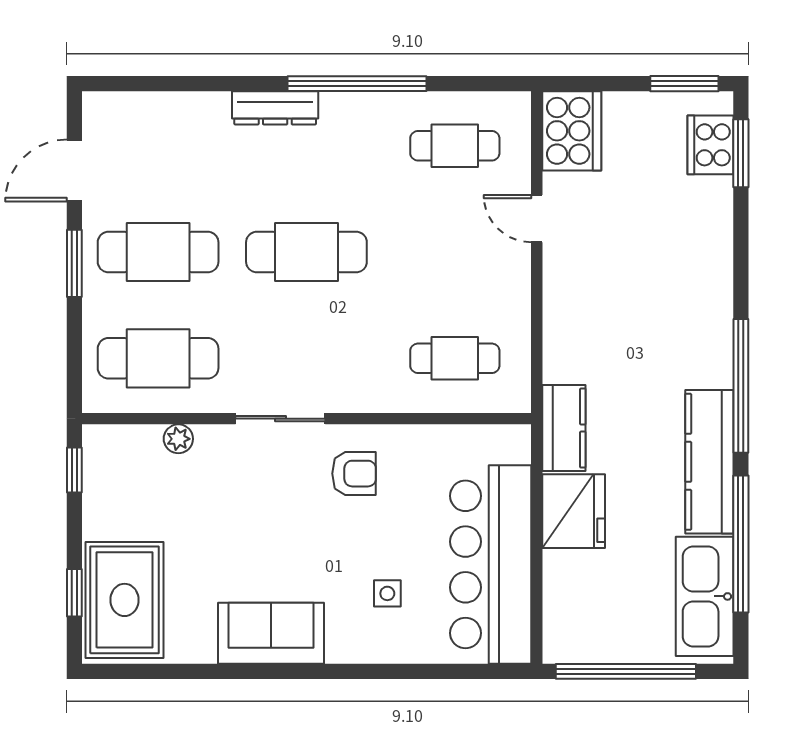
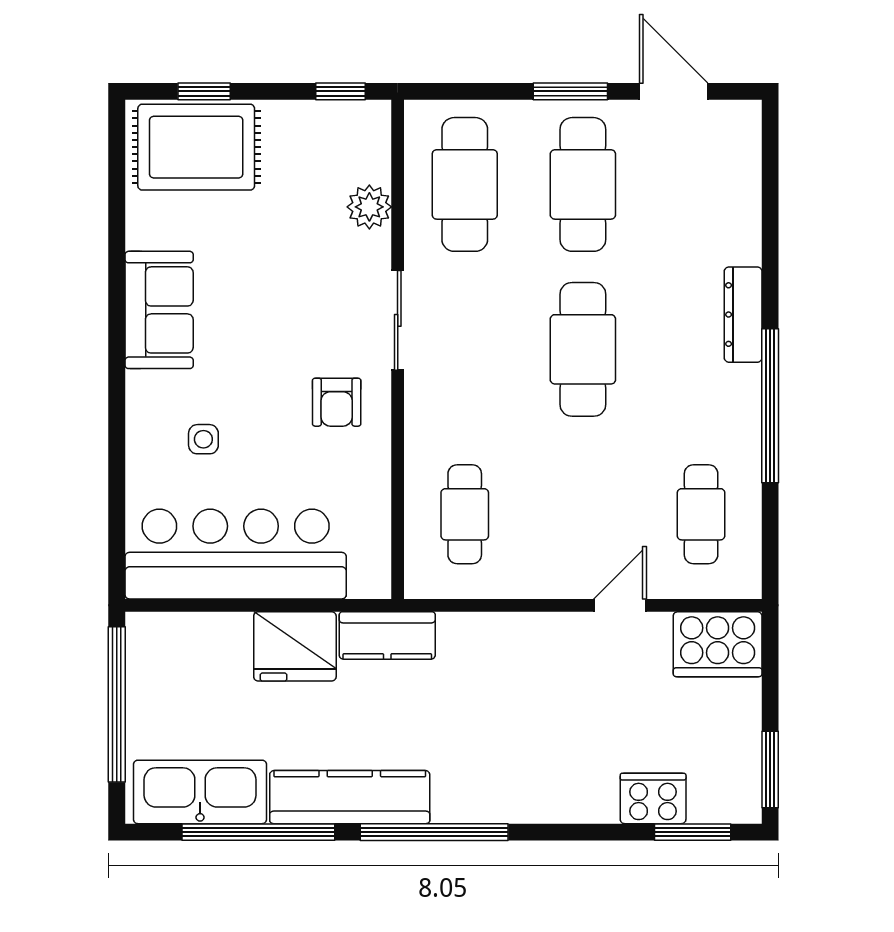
cooker: (710, 145) -> (653, 798), moved
plant: (178, 439) -> (369, 207), width x1.38, depth x1.38

